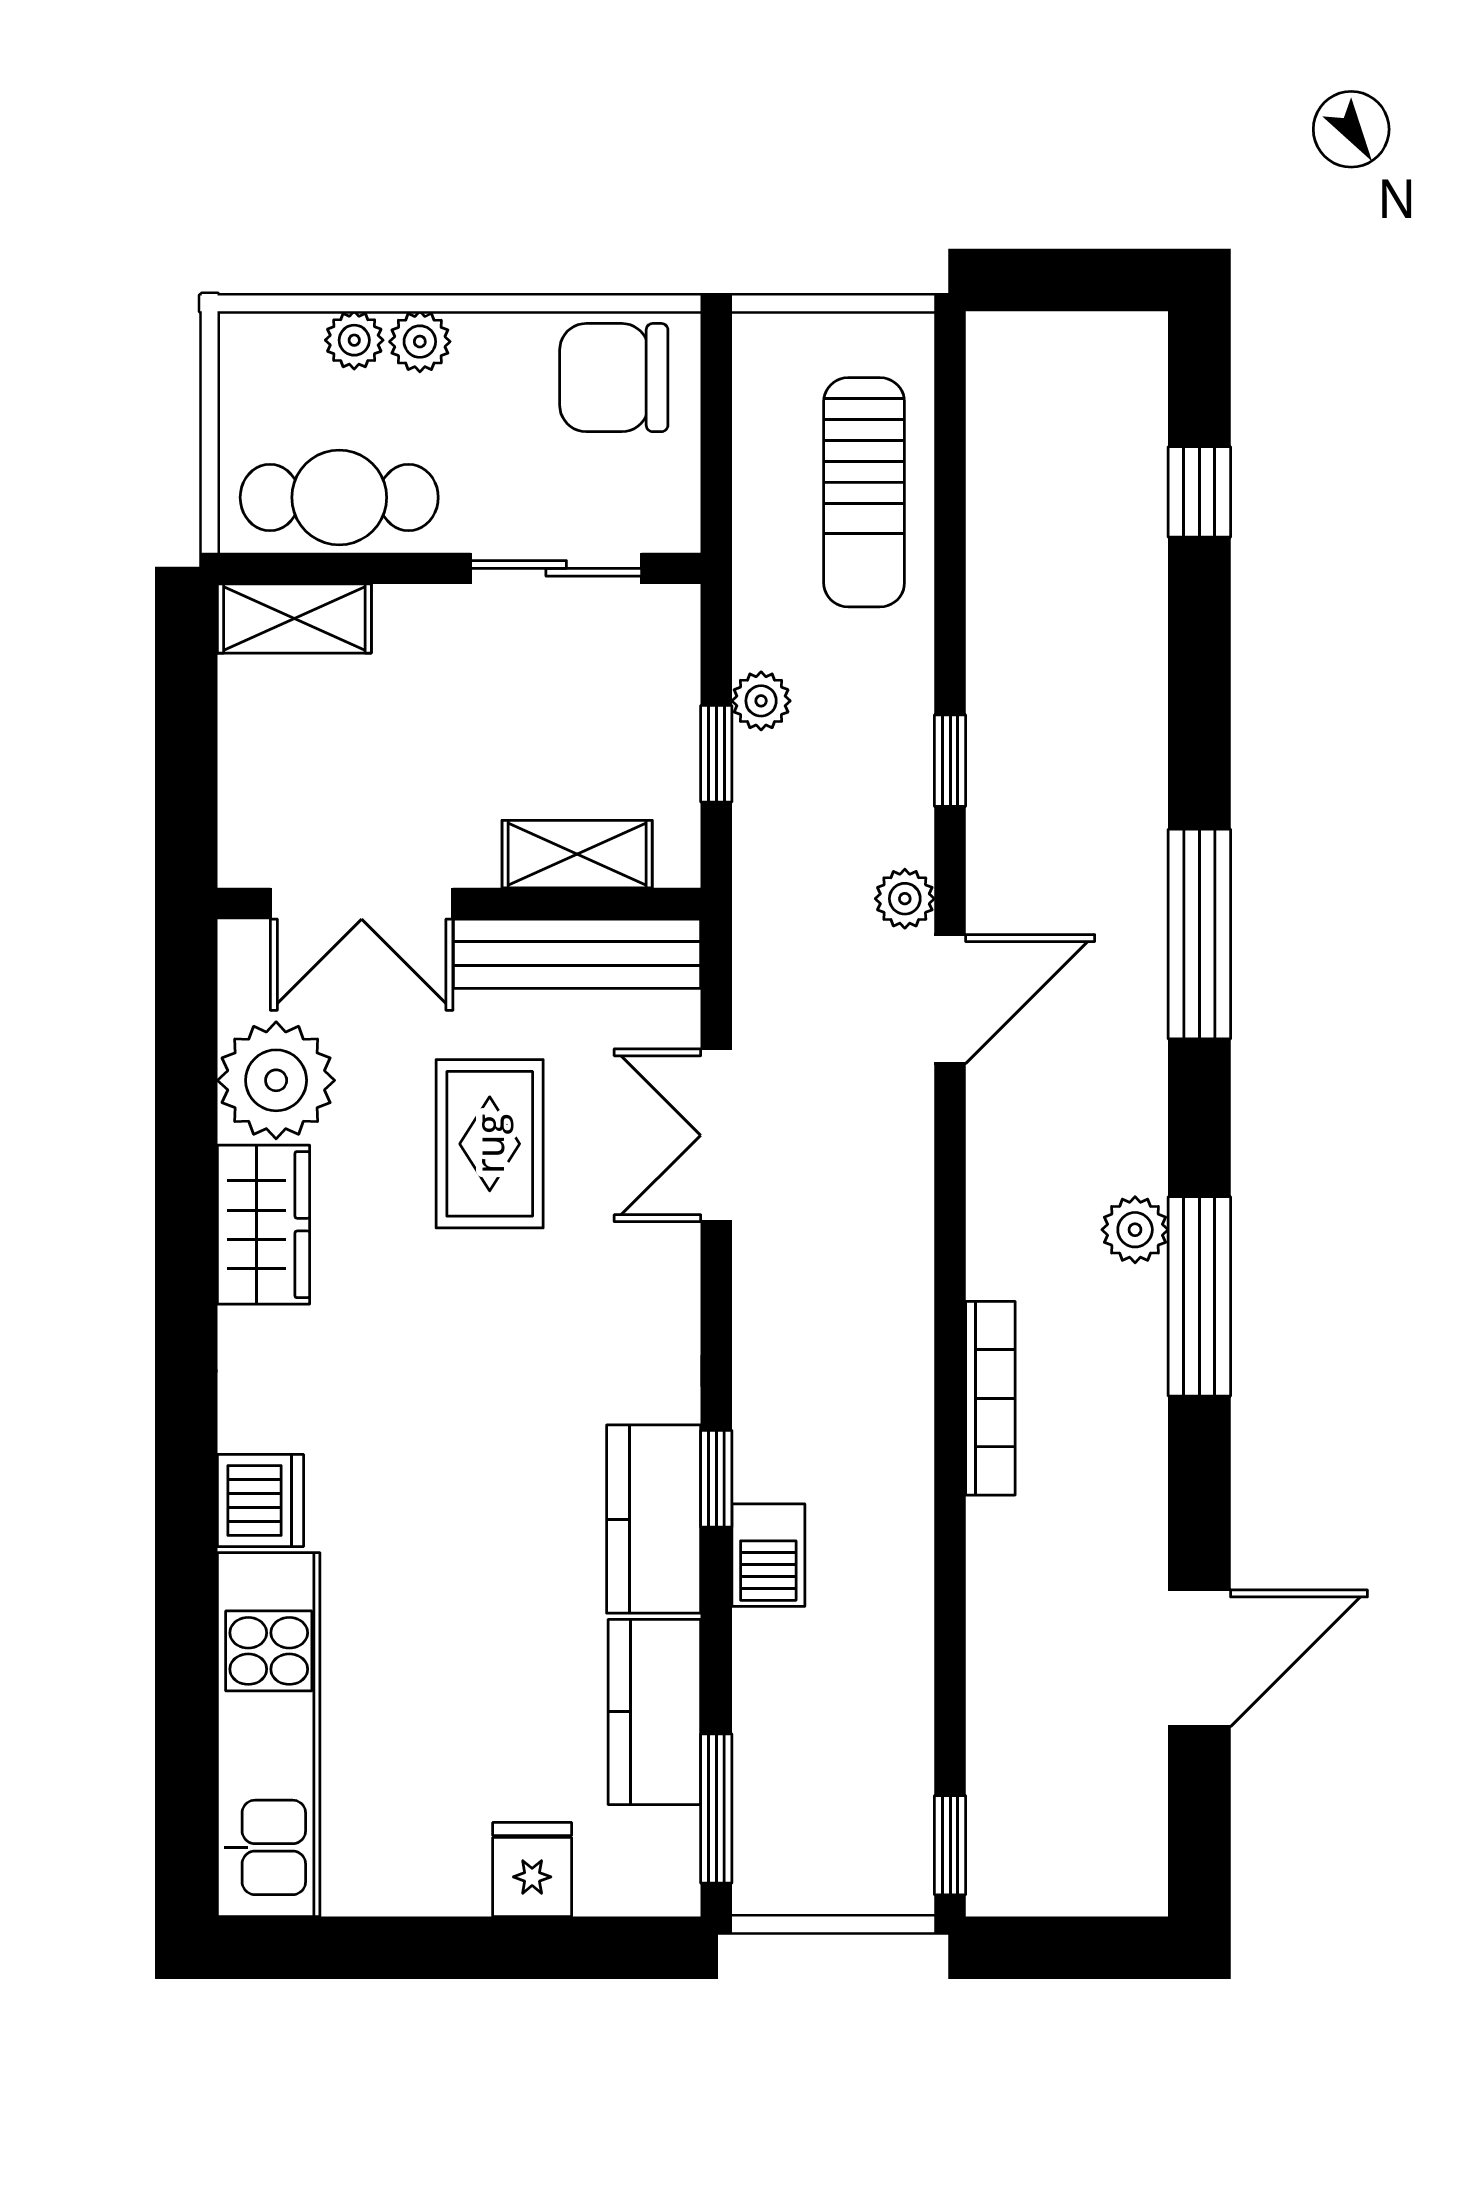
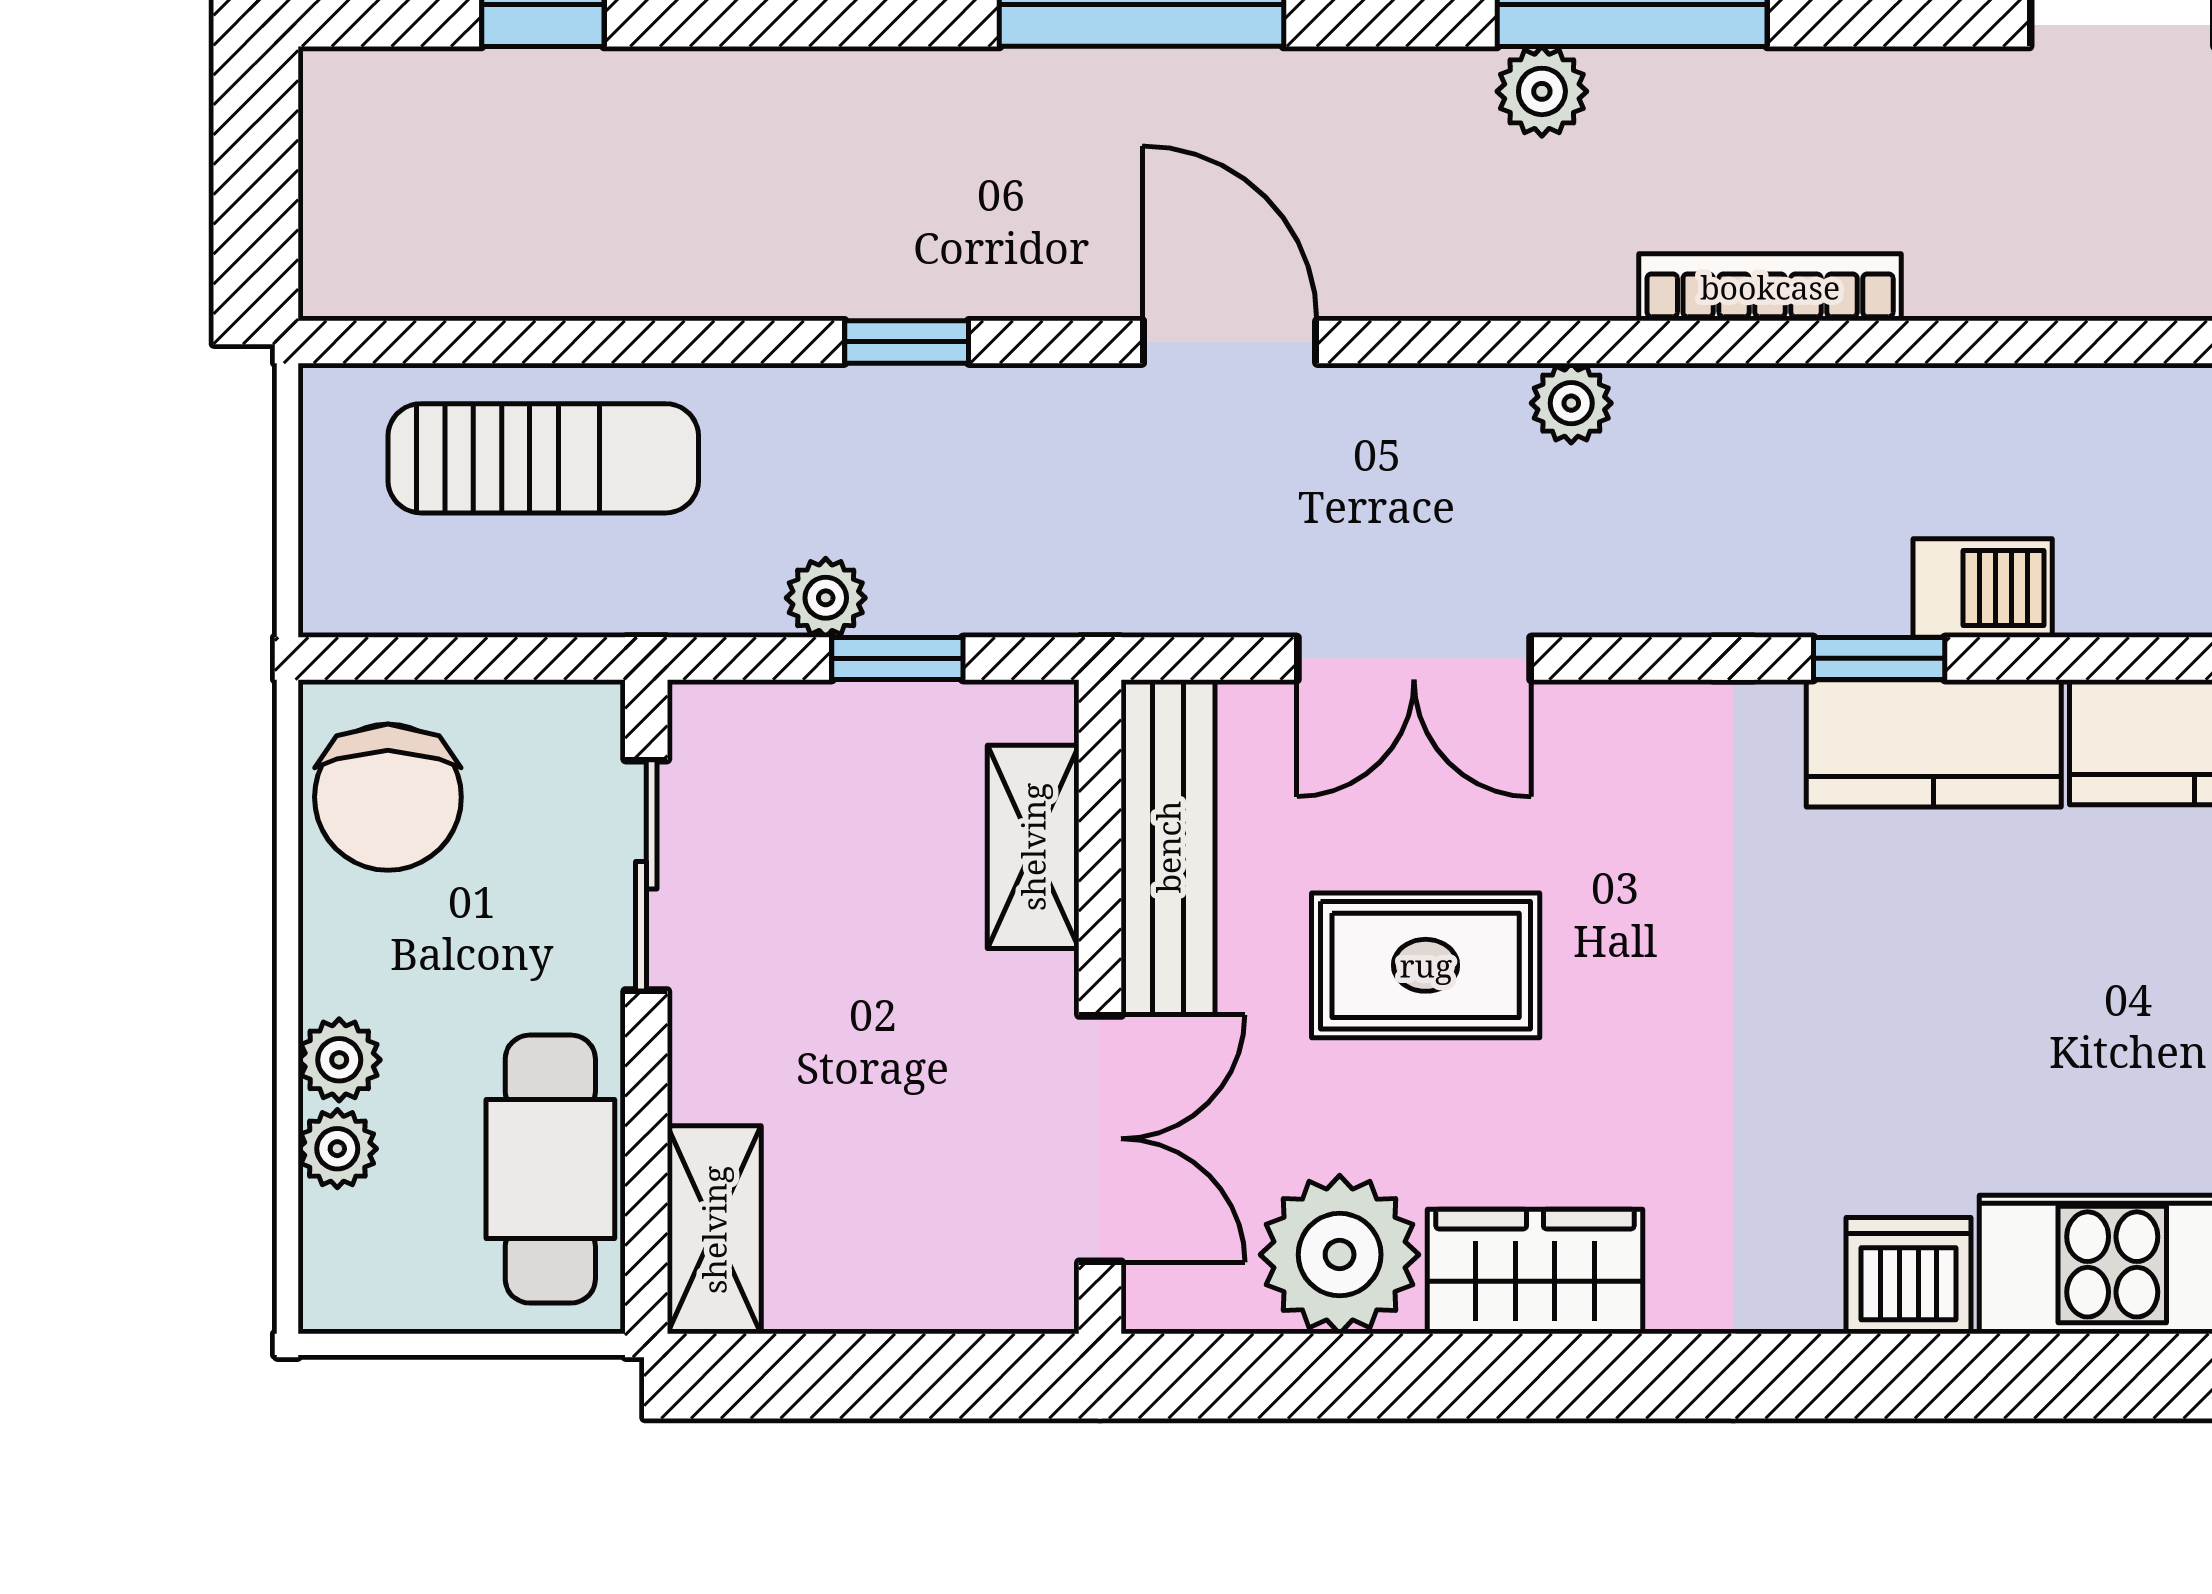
plant: (905, 899) -> (1571, 403), moved

